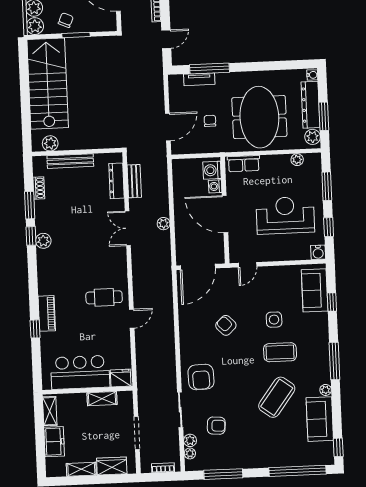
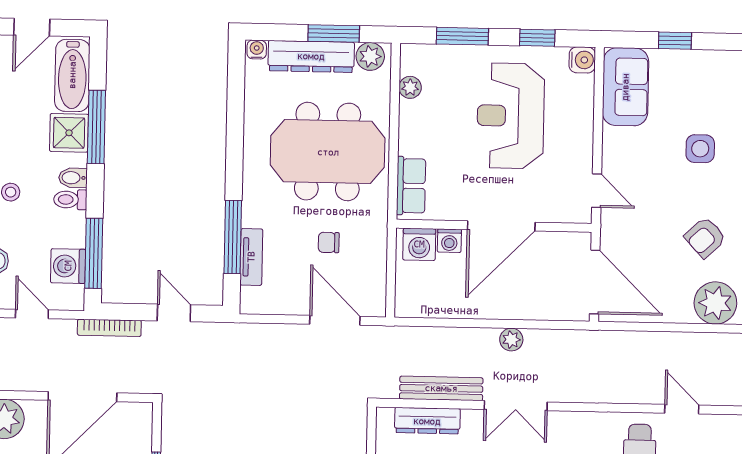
bench: (134, 181) -> (441, 388), width x1.36
sofa: (315, 290) -> (625, 87), moved, turned -90
plant: (191, 333) -> (715, 303), added

